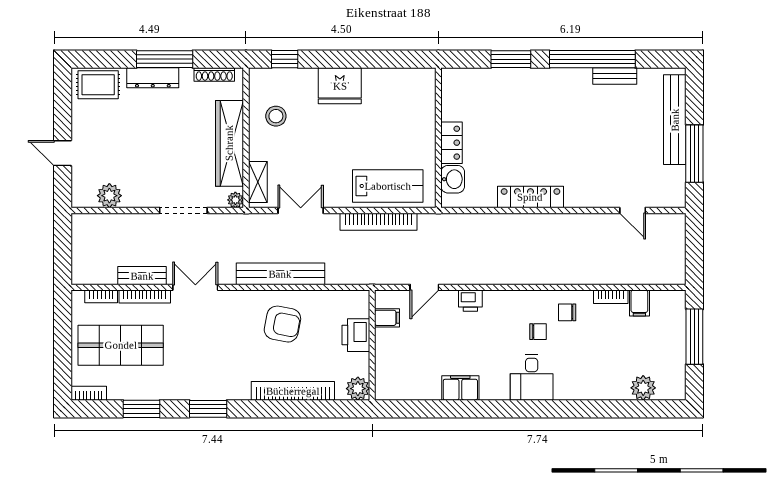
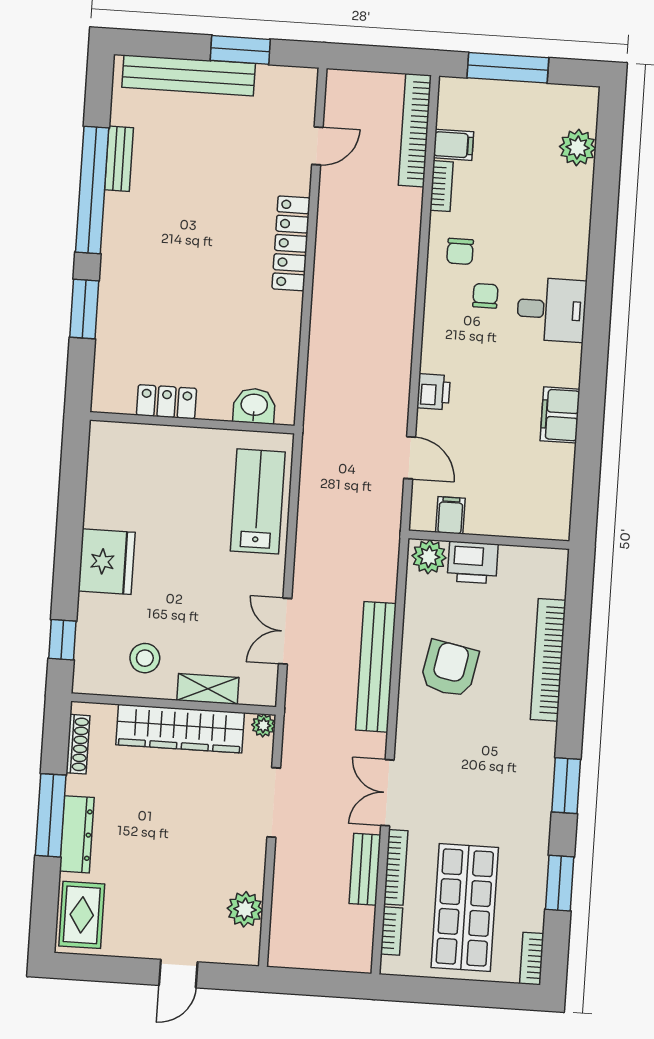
locker: (451, 143) -> (167, 402), moved
window: (694, 154) -> (240, 50), width x0.69
shelving: (258, 182) -> (208, 689), moved
locker: (530, 197) -> (291, 243), moved
bookcase: (379, 222) -> (415, 130), moved, turned 180
plant: (358, 389) -> (429, 557), moved

